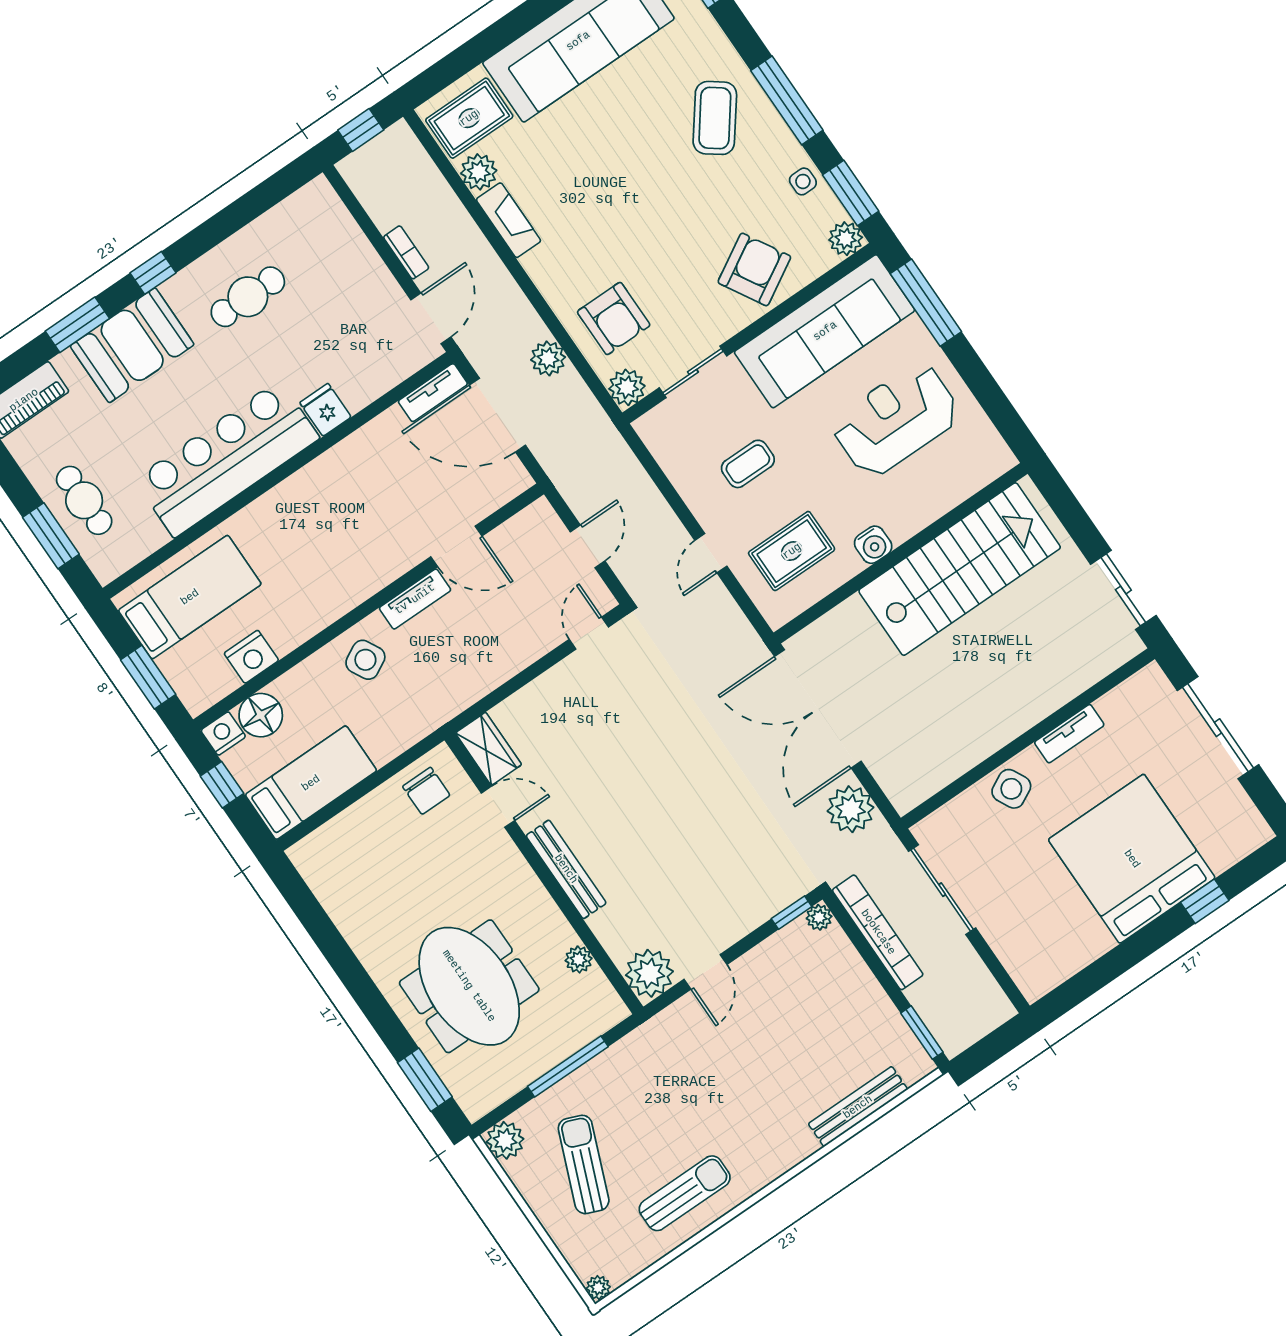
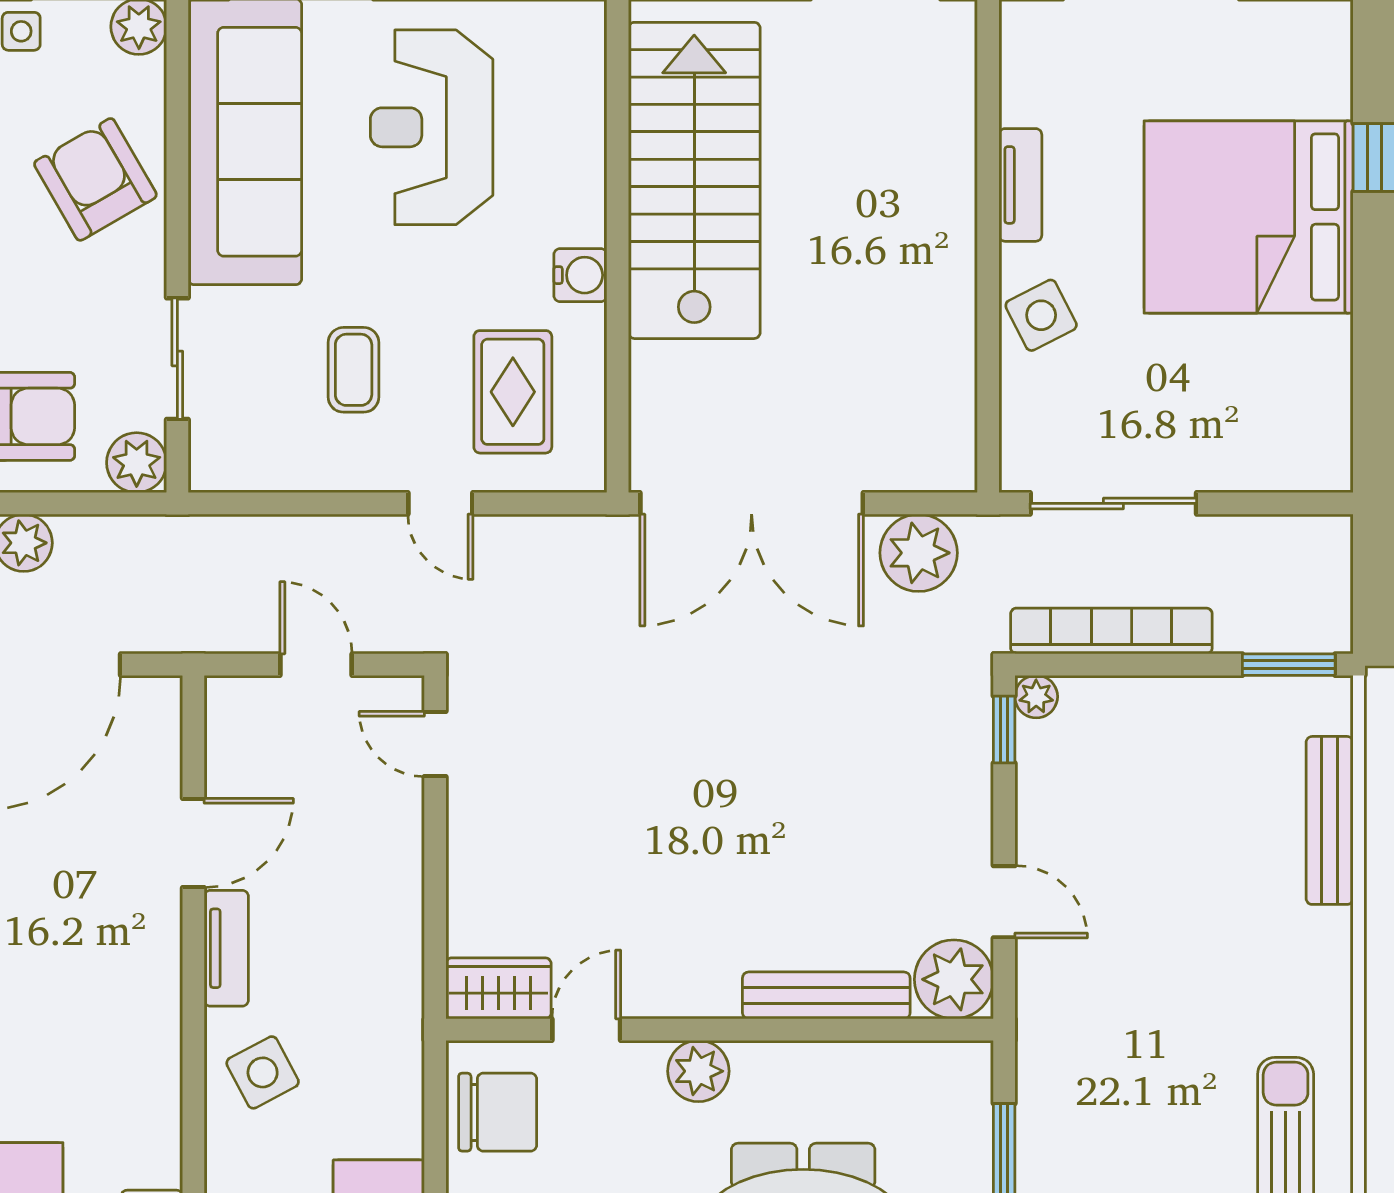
chair: (426, 791) -> (498, 1112), width x1.37, depth x1.37
bench: (566, 869) -> (826, 995), moved
plant: (579, 959) -> (698, 1071), moved, width x1.38, depth x1.38

